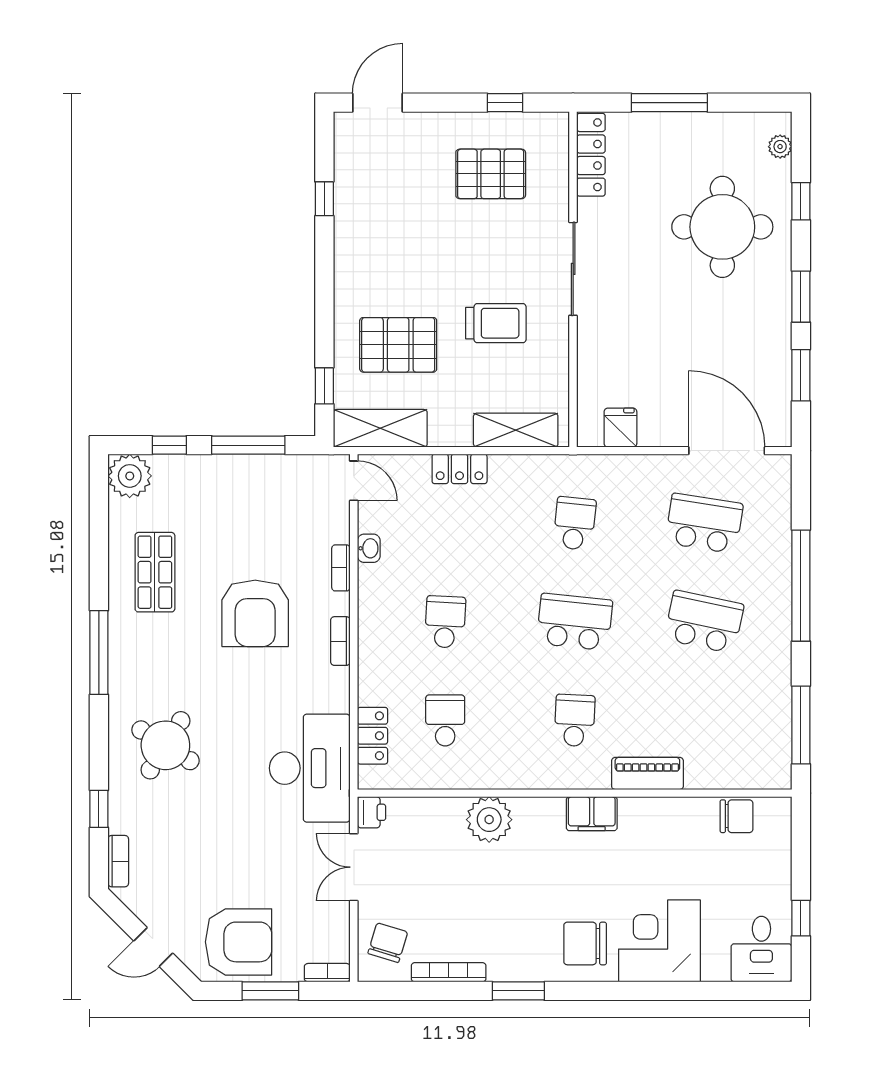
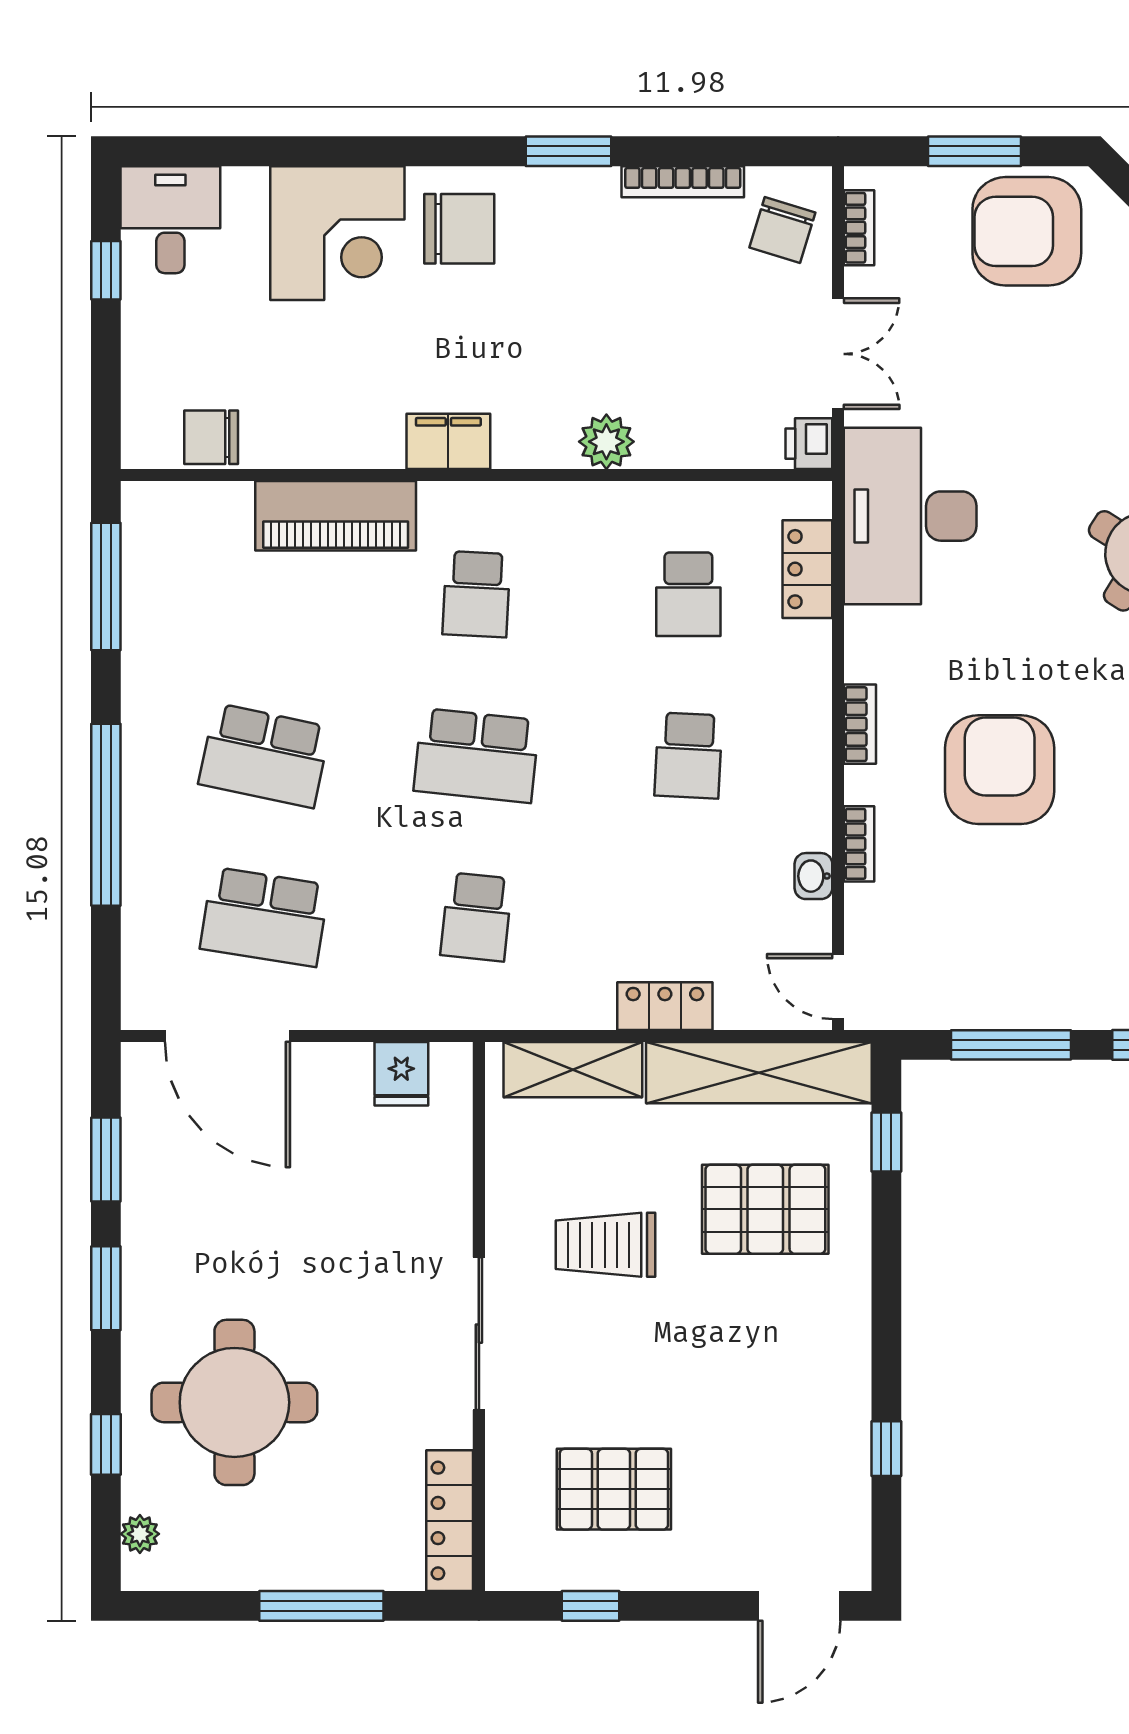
shelving: (380, 428) -> (759, 1073), width x1.47
piano: (647, 773) -> (336, 516), width x1.37, depth x1.33
plant: (489, 820) -> (606, 442), width x0.73, depth x0.73
bookcase: (327, 973) -> (859, 228), moved, turned -90

